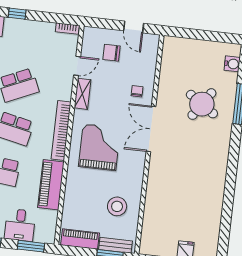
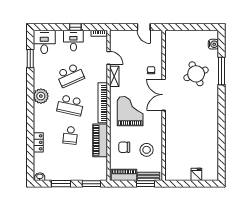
window: (17, 14) -> (75, 27), moved
chair: (112, 53) -> (124, 147), moved
door: (77, 66) -> (109, 58), hinge flipped
round table: (202, 104) -> (196, 74), turned 33
desk: (20, 225) -> (73, 41), moved, turned 180

